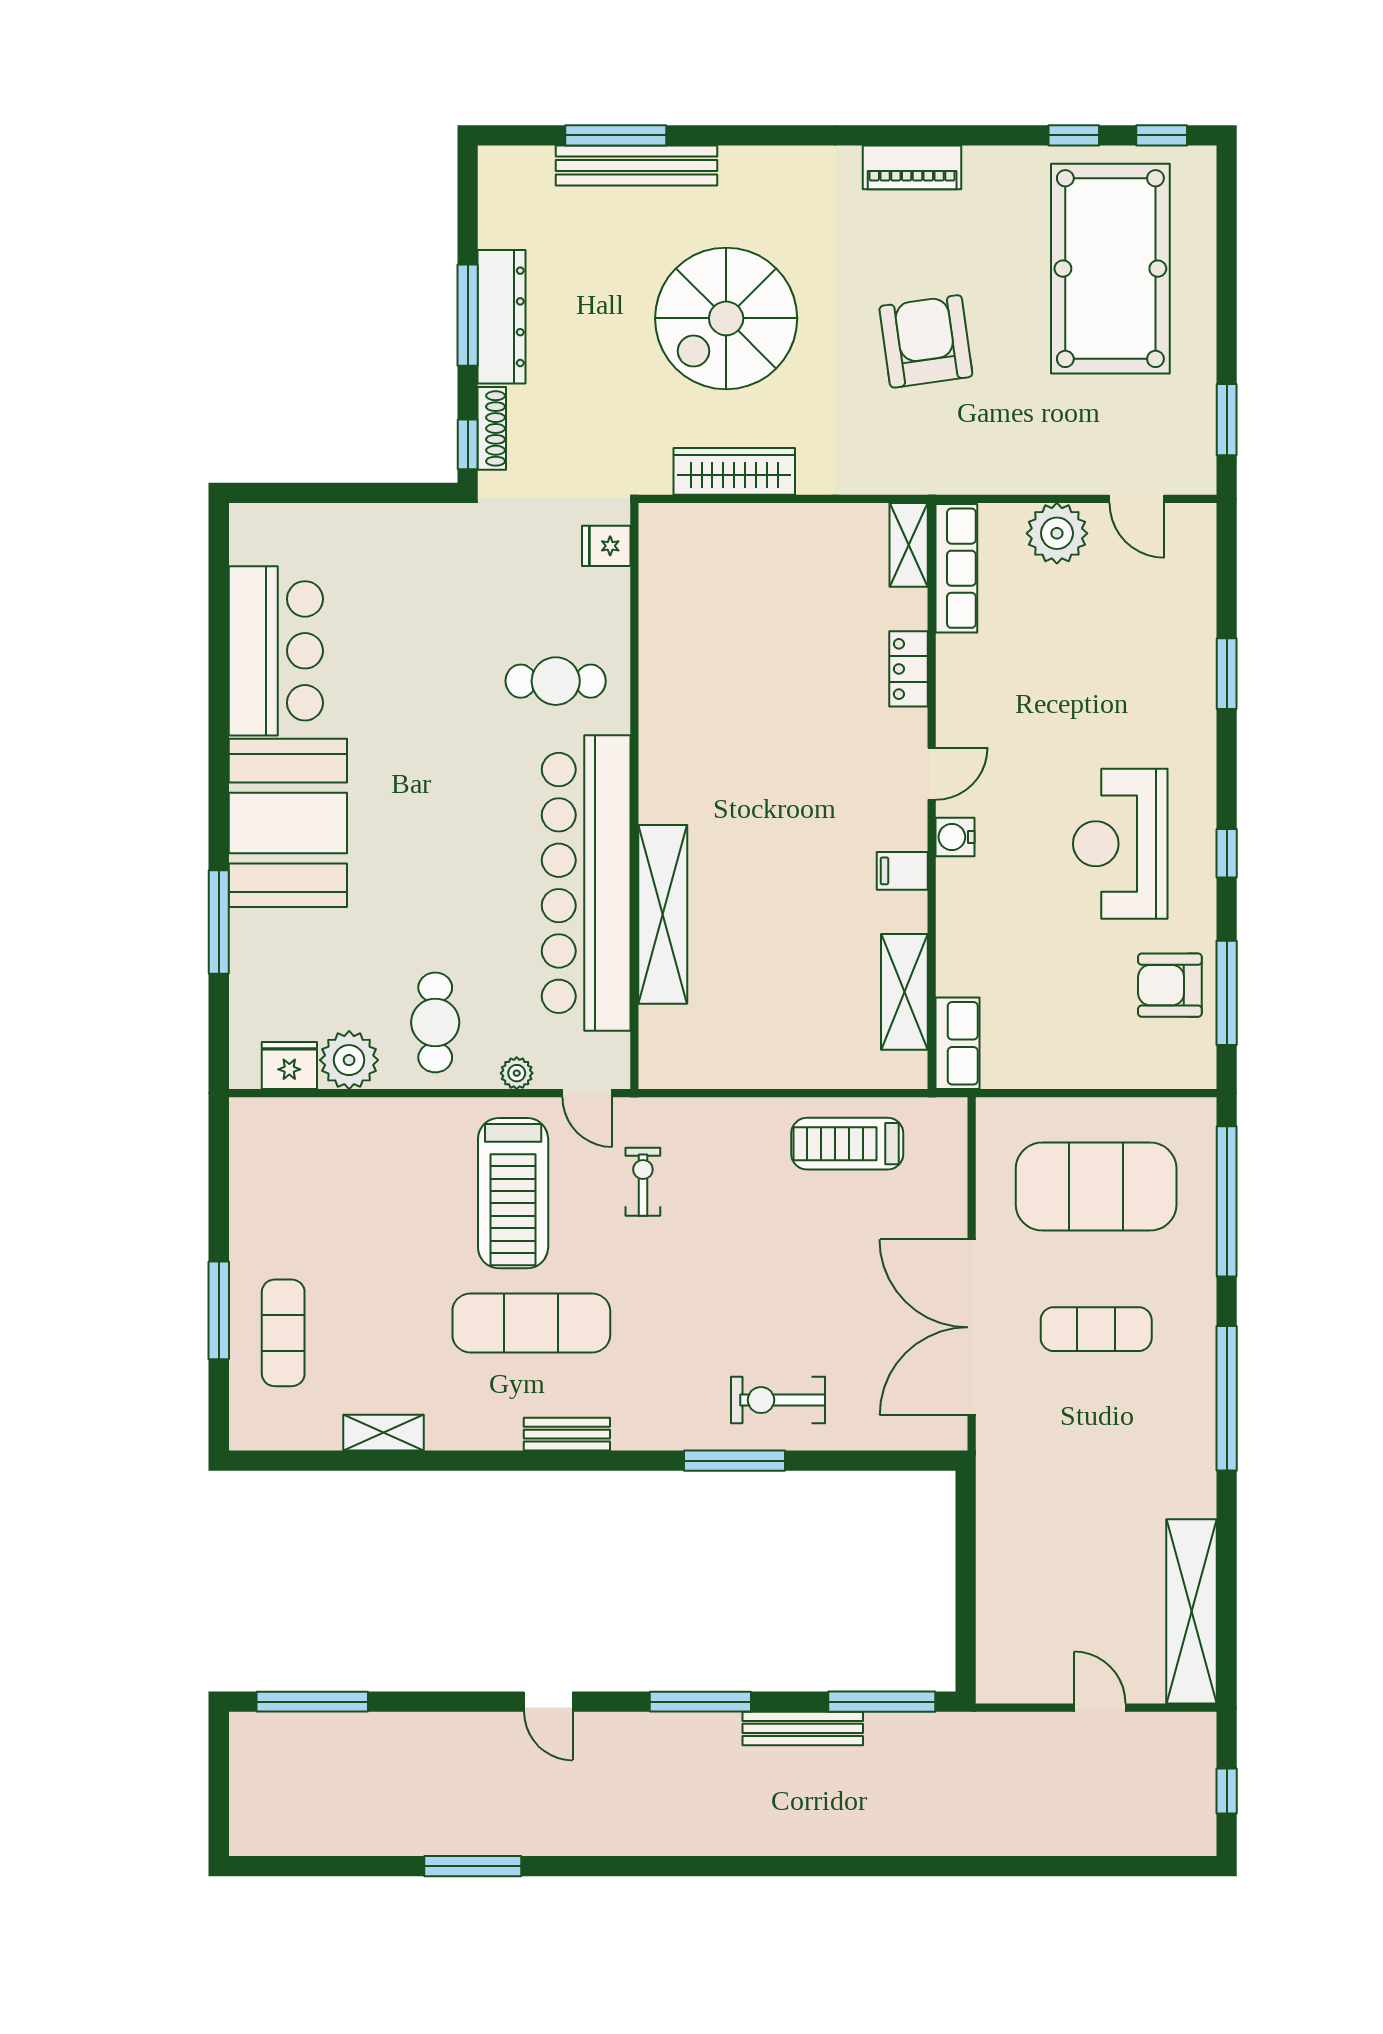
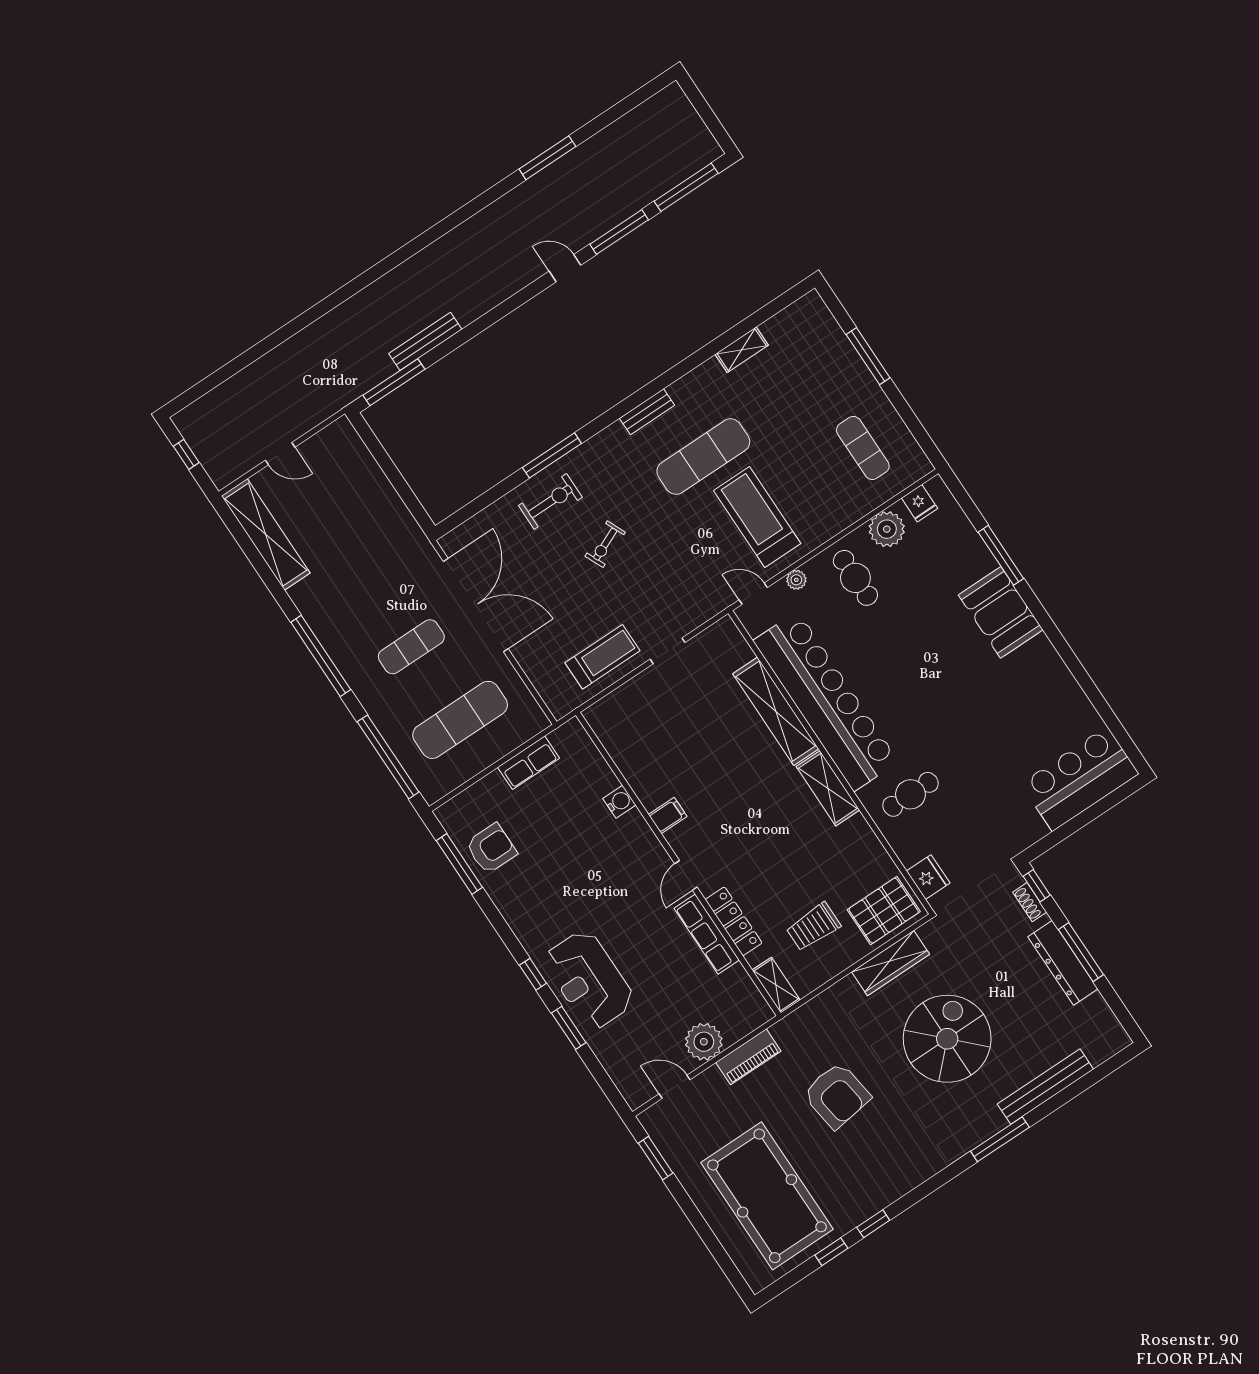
window: (616, 135) -> (1000, 1139), moved
window: (1162, 135) -> (873, 1224), moved
piano: (912, 167) -> (748, 1057), moved, turned 180
shoe rack: (492, 428) -> (1030, 902), width x0.70
fridge: (606, 546) -> (928, 877), width x1.38
pallet: (696, 548) -> (884, 911), added
row of seats: (956, 568) -> (707, 934), moved
trolley: (806, 590) -> (813, 927), added
bar counter: (276, 651) -> (1080, 779), moved, turned 90
locker: (908, 669) -> (734, 921), width x1.53
booth: (288, 823) -> (1001, 612), width x0.73, depth x0.70
water cooler: (955, 837) -> (619, 802), moved
reception desk: (1120, 844) -> (589, 980), moved, turned 180
window: (1227, 853) -> (533, 974), moved
shelving: (904, 992) -> (828, 788), moved
row of seats: (957, 1043) -> (529, 763), moved, turned -90
fridge: (289, 1065) -> (920, 503), width x0.72
doorway: (754, 1093) -> (668, 651), added
exercise bike: (643, 1182) -> (605, 544), moved, turned 66
exercise mat: (1096, 1187) -> (460, 720), width x0.68
exercise mat: (283, 1333) -> (863, 448), moved
window: (700, 1702) -> (619, 232), moved

